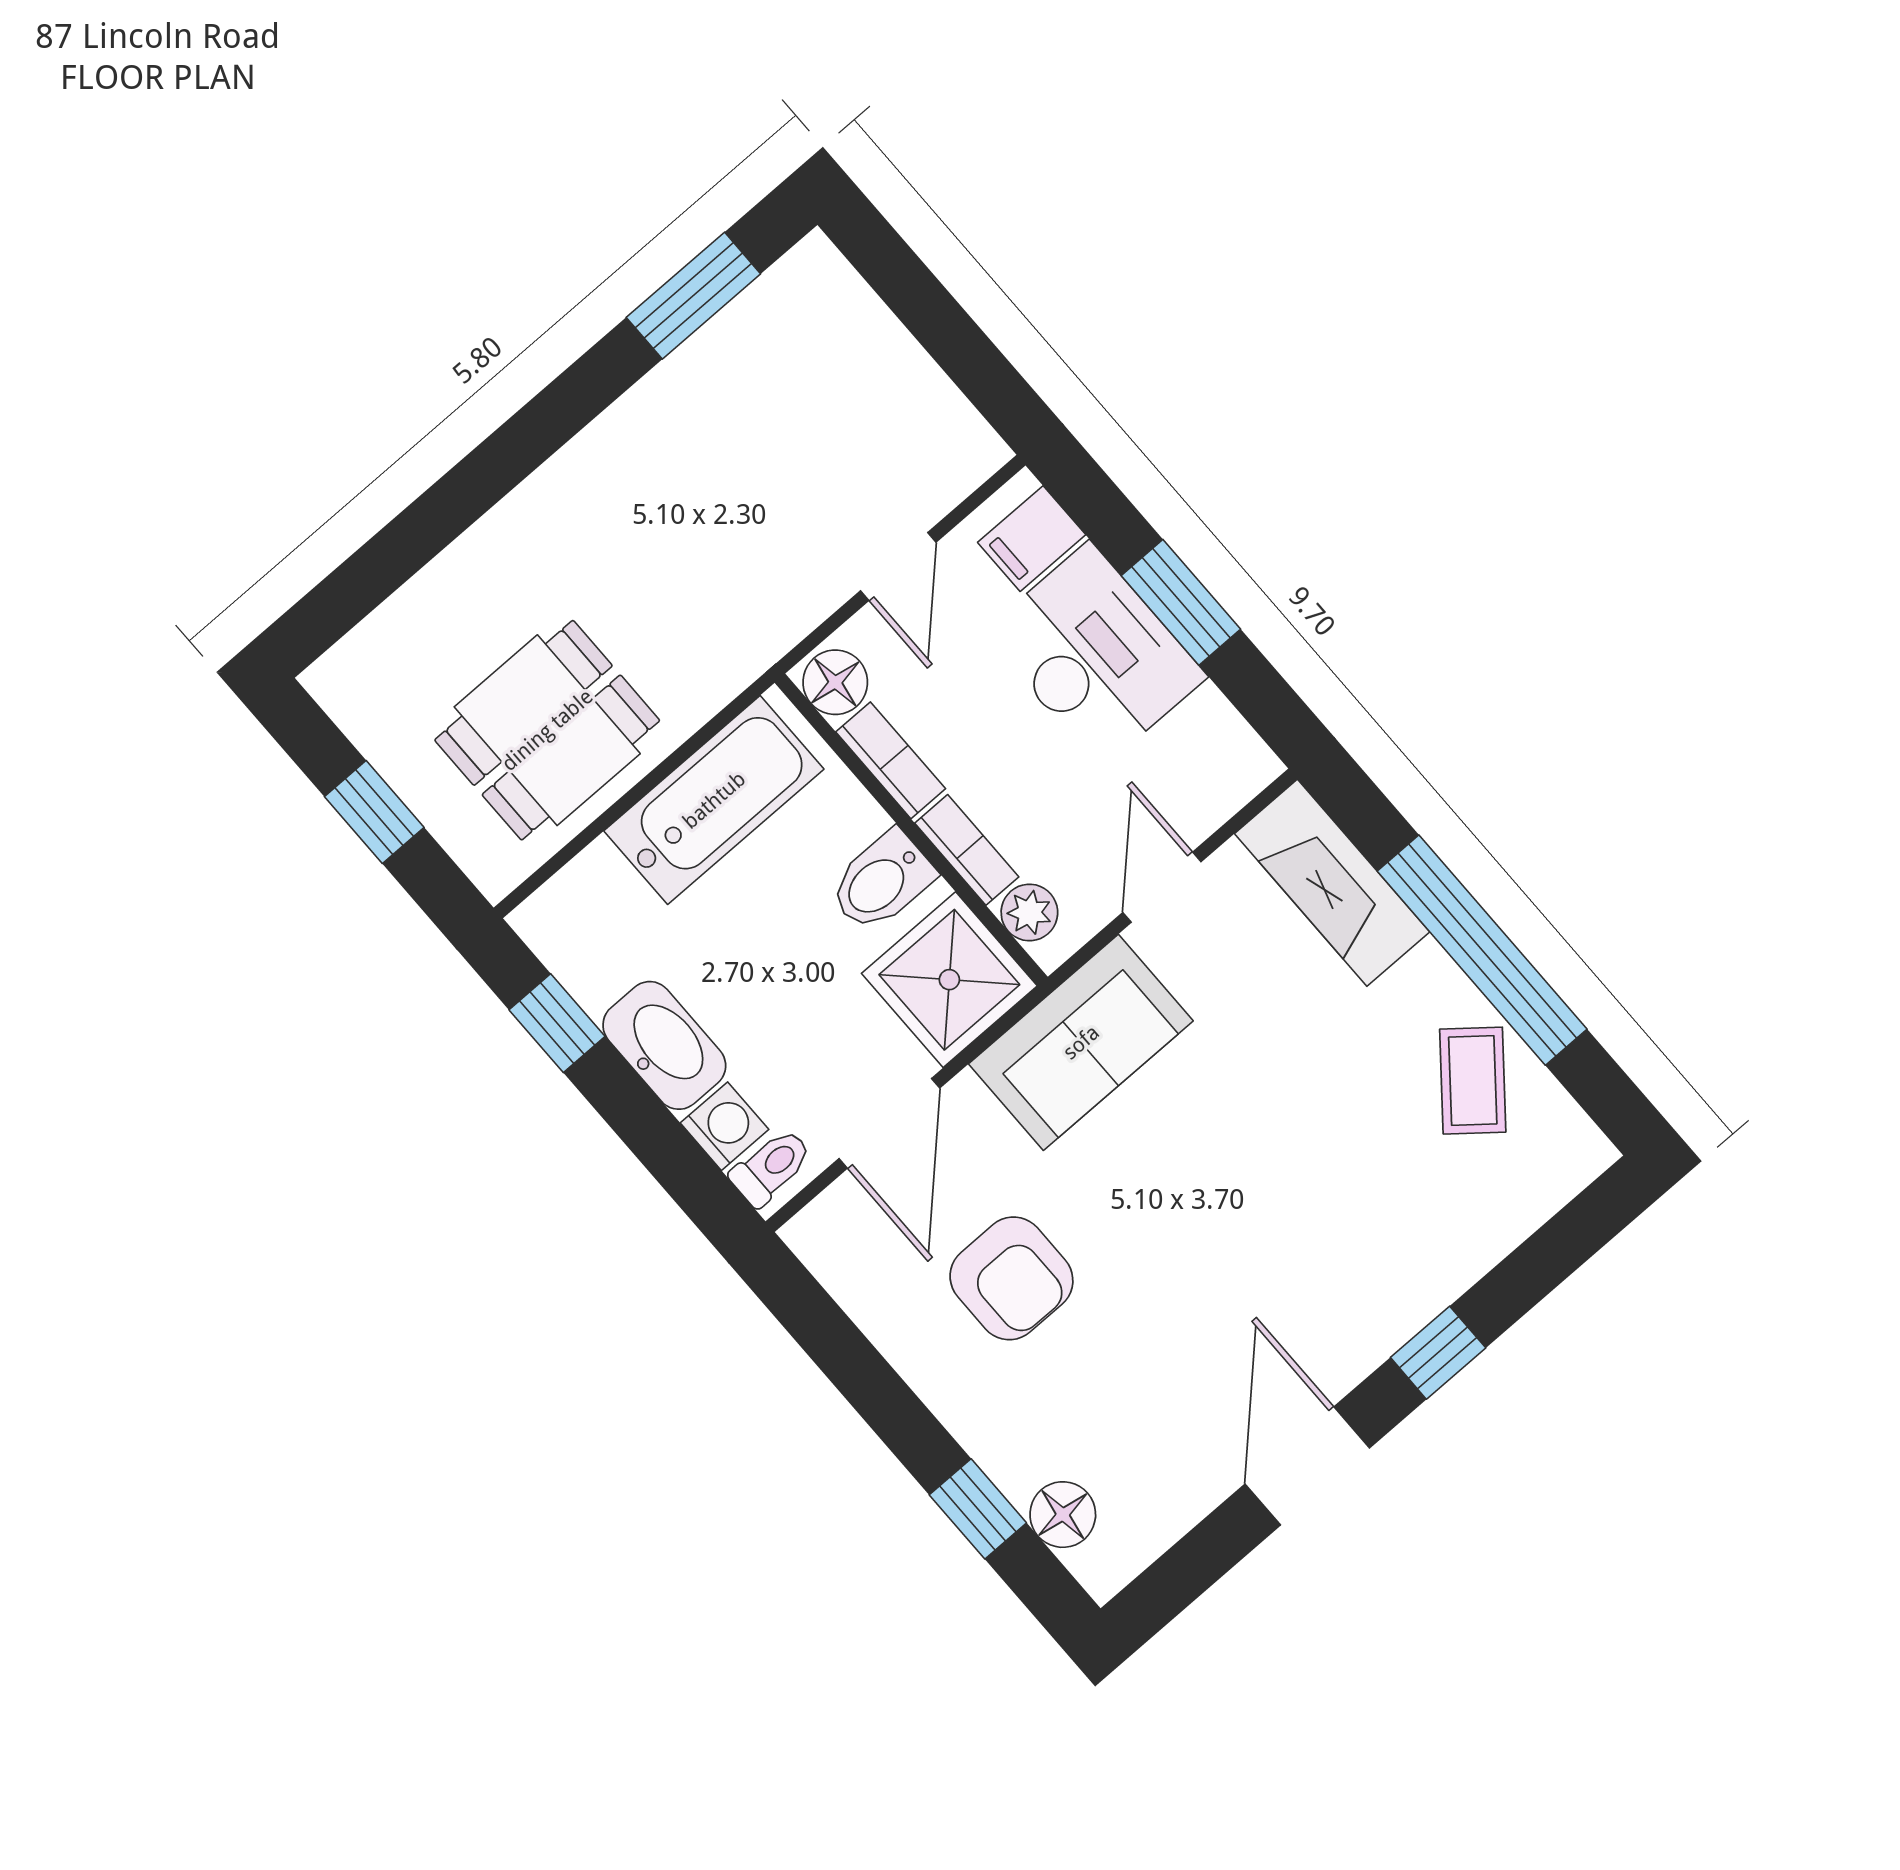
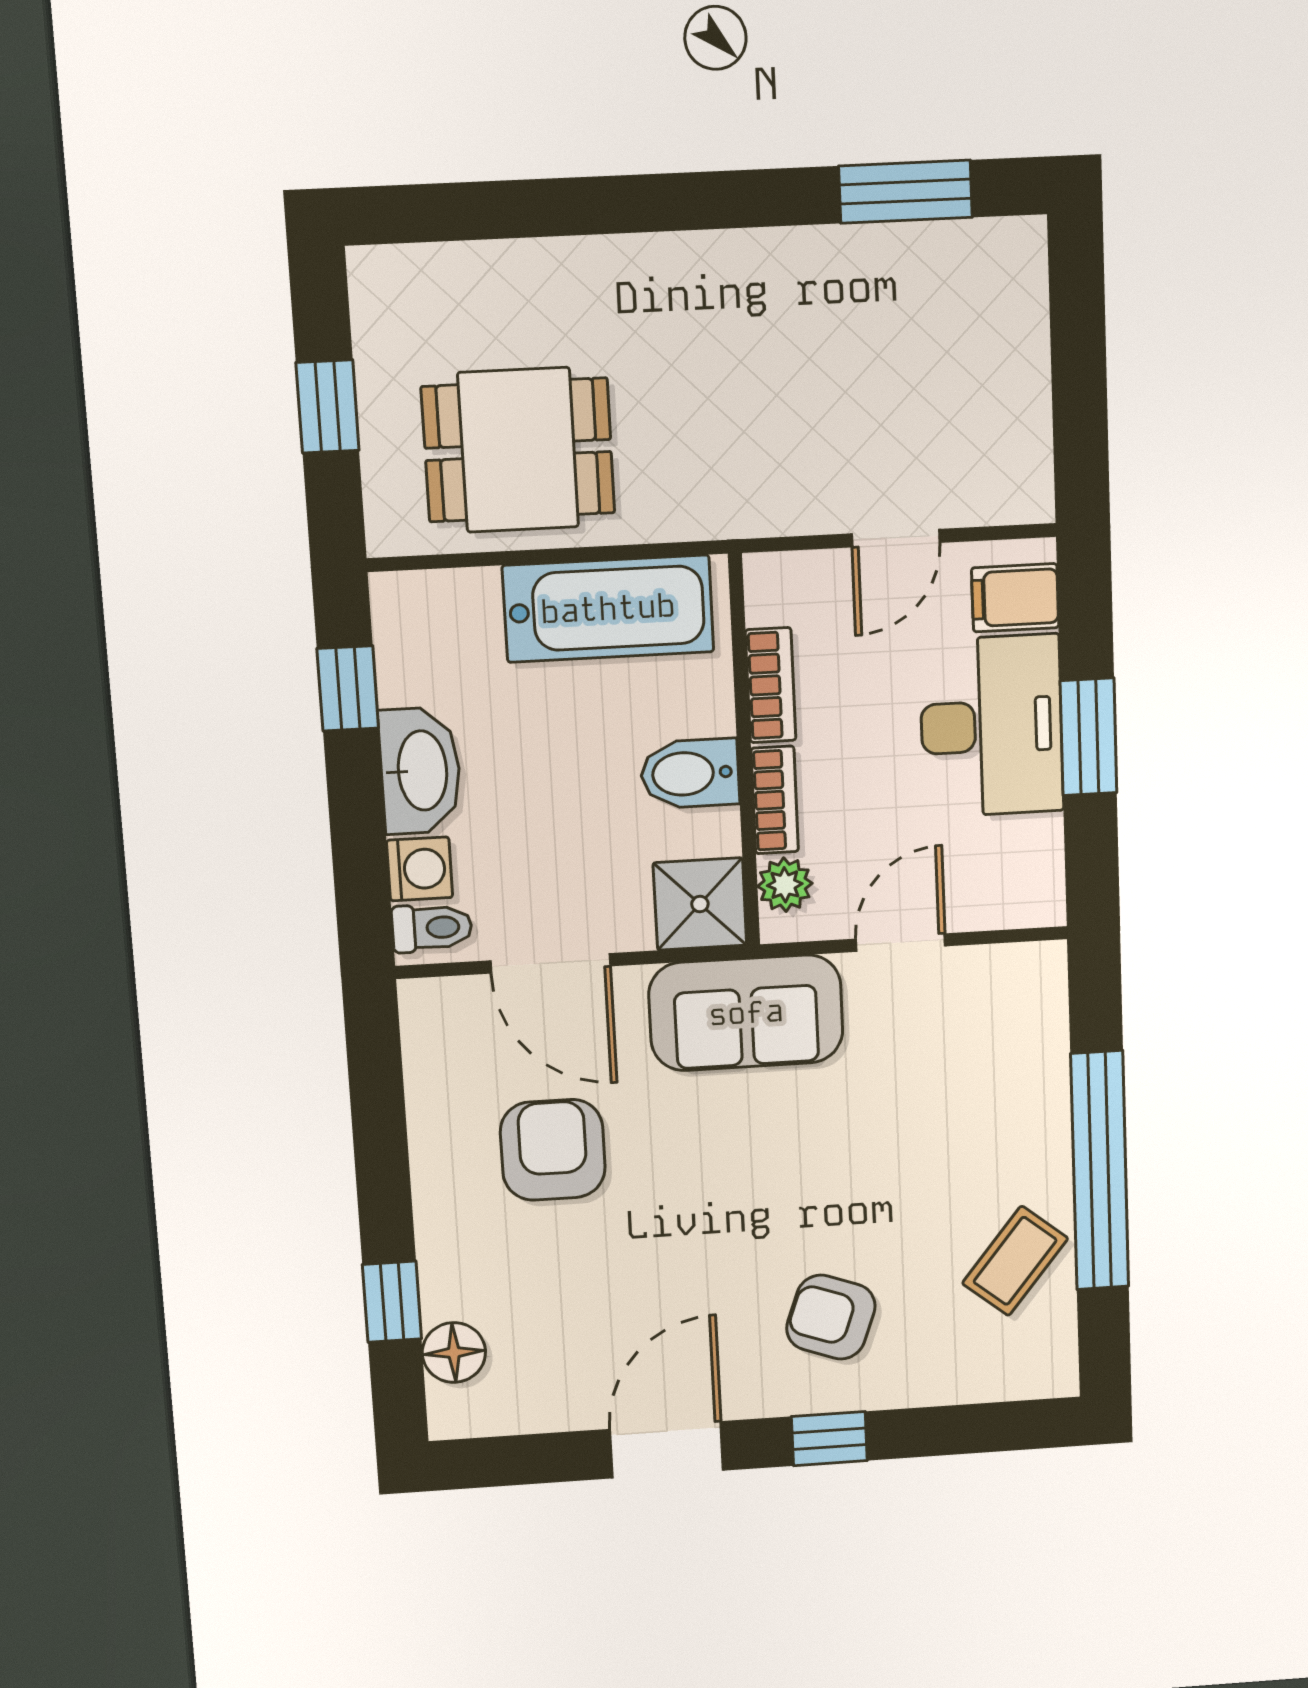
floor lamp: (835, 682) -> (775, 590), removed
fireplace: (1332, 883) -> (1030, 1037), removed
shower: (949, 980) -> (700, 904), width x0.73, depth x0.73
door: (889, 1123) -> (550, 963), hinge flipped
armchair: (1355, 1246) -> (831, 1317), added
armchair: (1011, 1278) -> (553, 1150), turned 180

